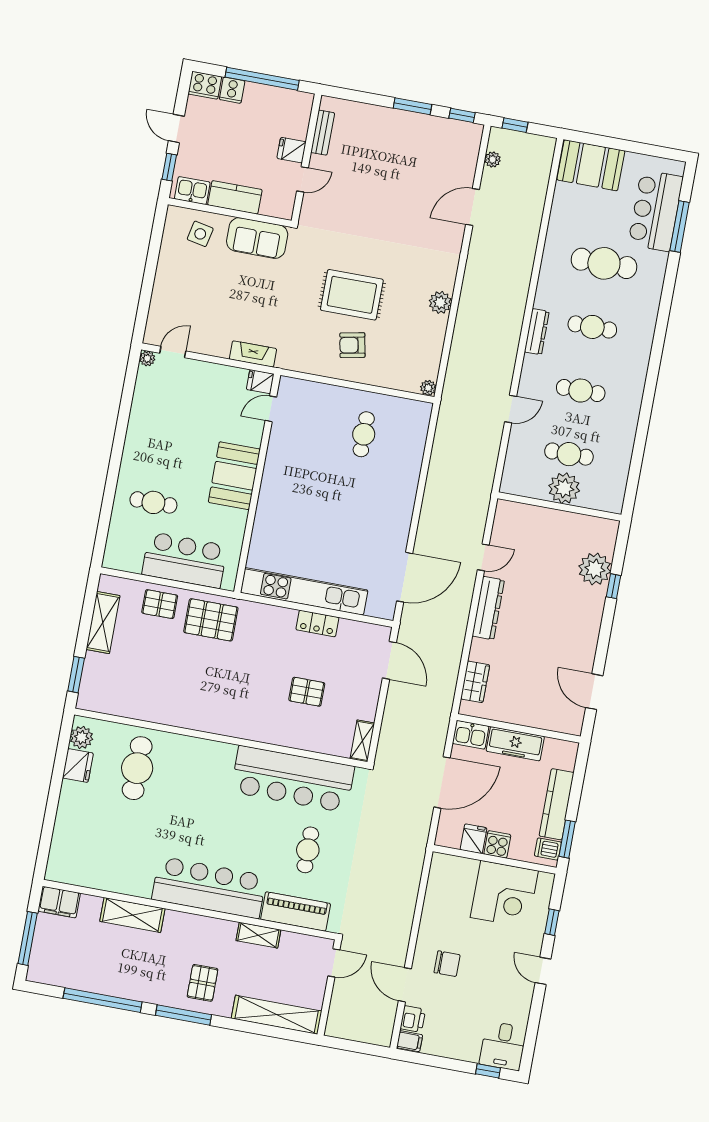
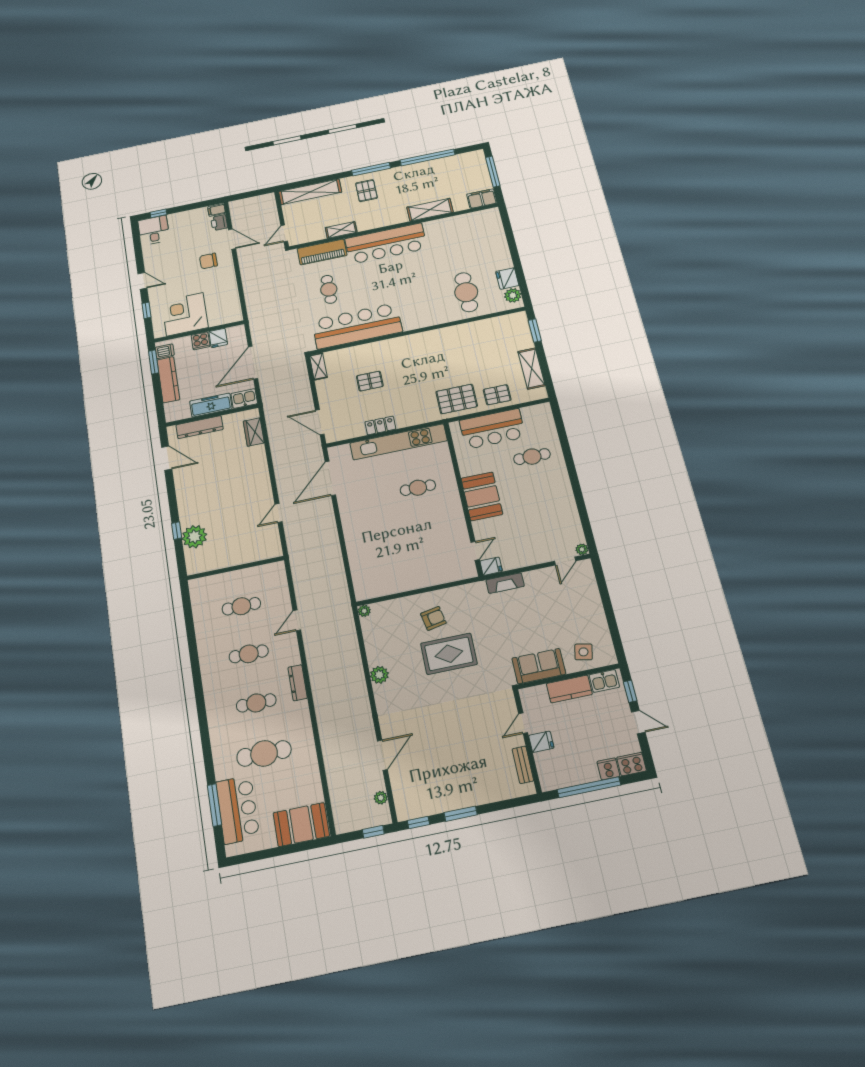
cafe table: (364, 434) -> (418, 488), moved, turned 90
plant: (564, 488) -> (236, 582), removed
dresser: (488, 608) -> (200, 427), moved, turned -90

